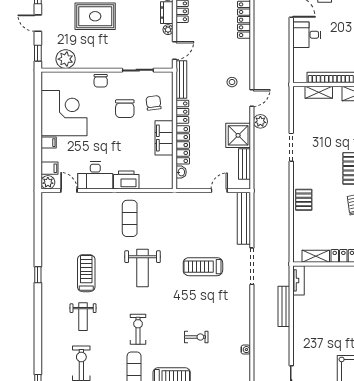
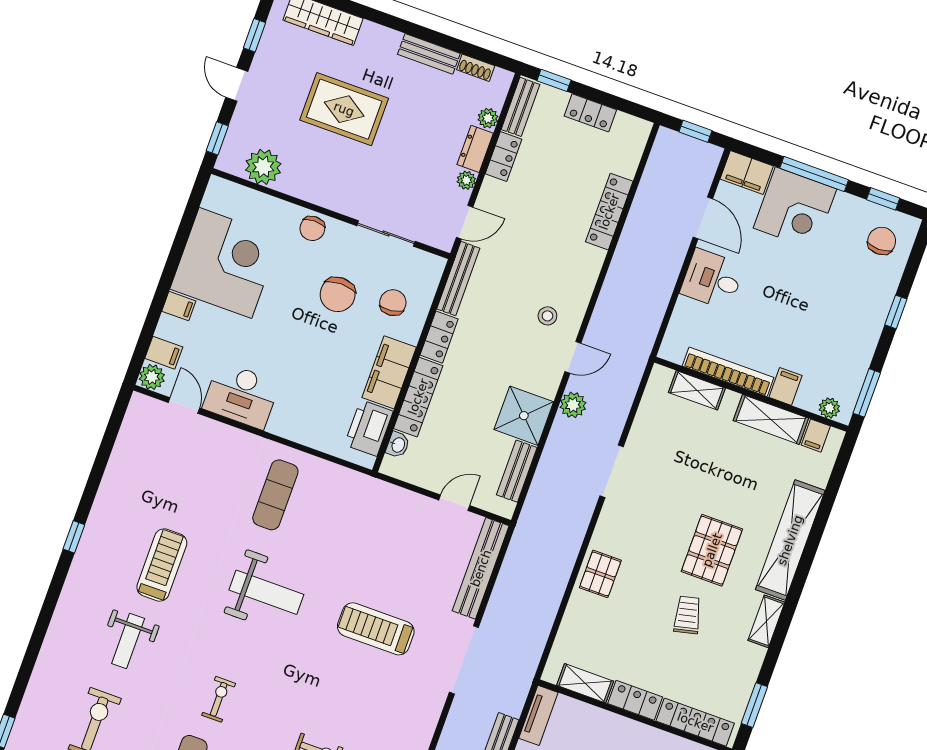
printer: (126, 180) -> (369, 428), moved, turned -90
weight bench: (143, 268) -> (266, 592), turned -90
exercise bike: (138, 329) -> (219, 699), width x0.73, depth x0.72

